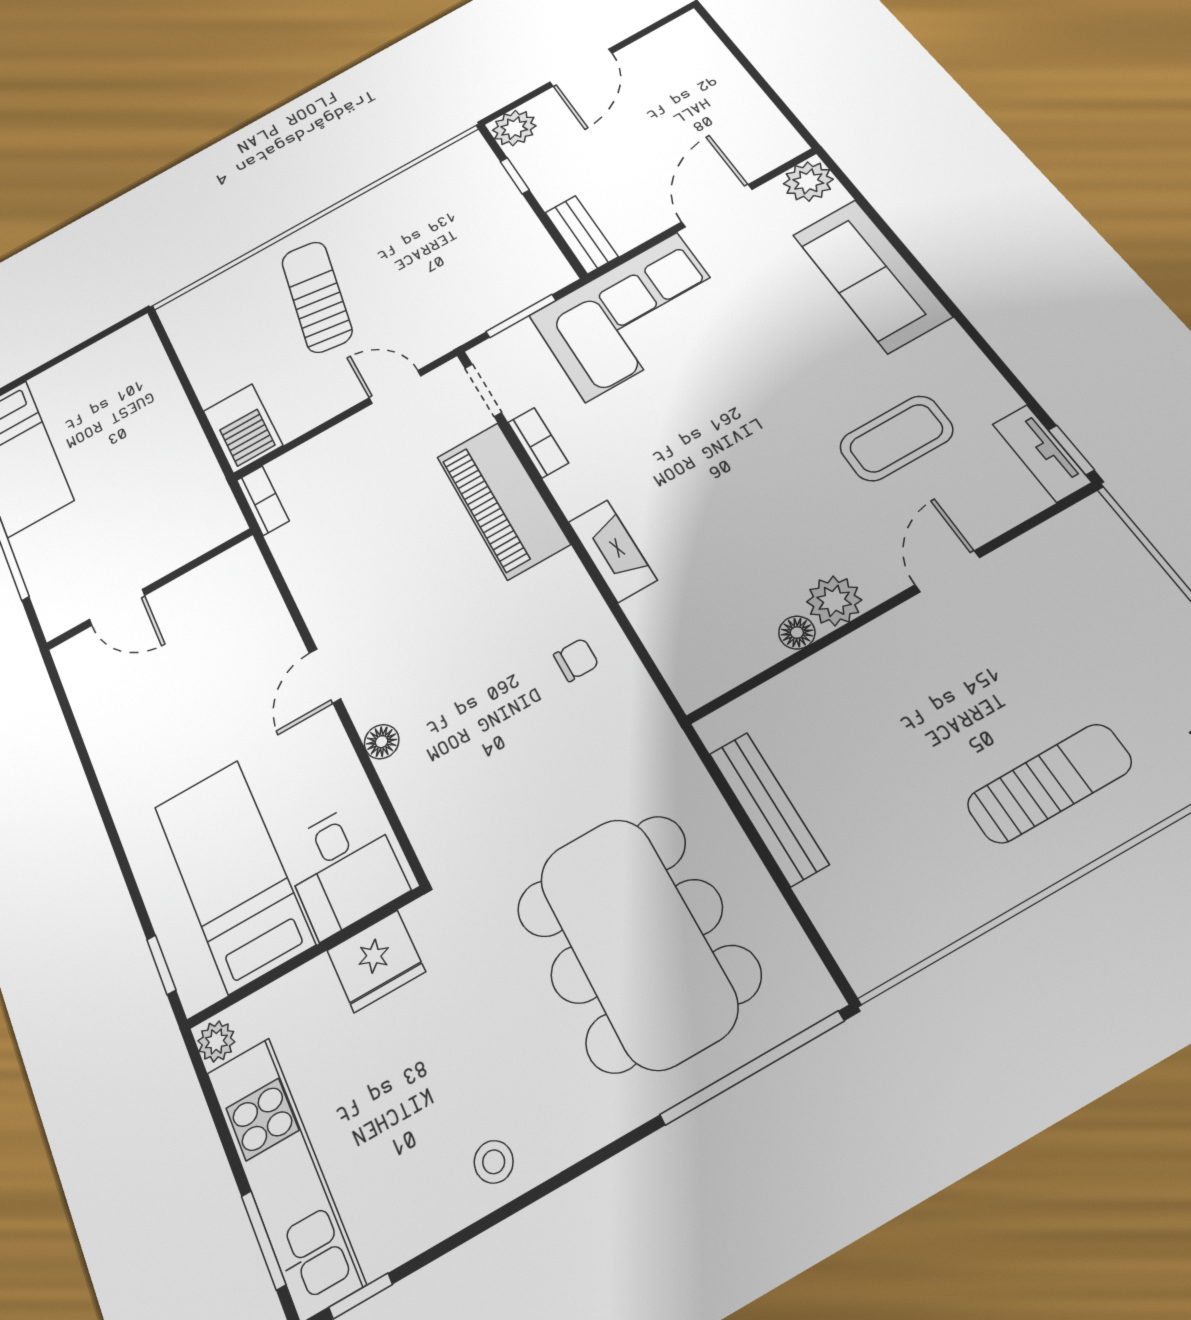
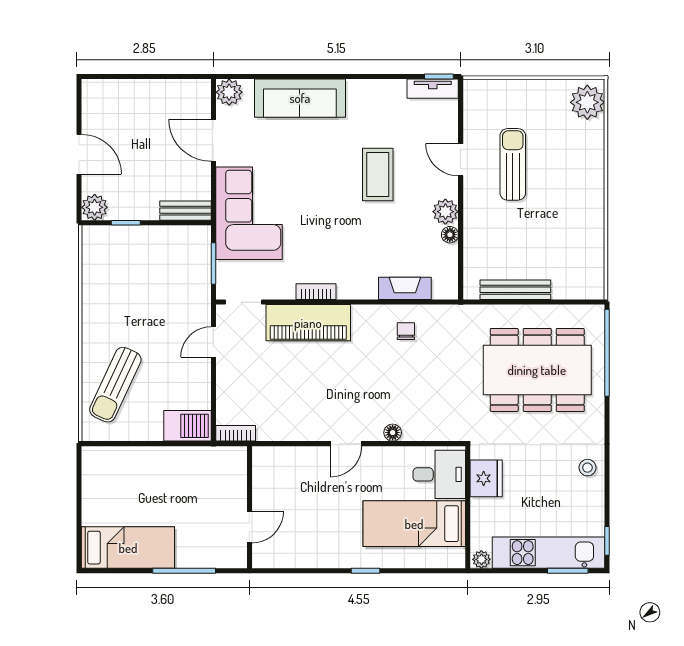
sun lounger: (317, 296) -> (115, 385), moved, turned -74
coffee table: (896, 438) -> (378, 175), moved
bookcase: (538, 442) -> (316, 292), moved
fireplace: (612, 551) -> (405, 288), moved
door: (325, 676) -> (346, 444), hinge flipped
sun lounger: (1049, 783) -> (513, 164), moved
window: (161, 965) -> (366, 571), moved

